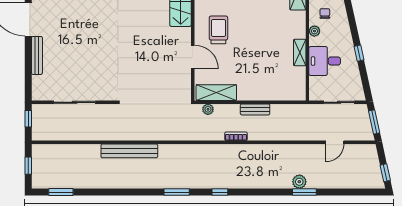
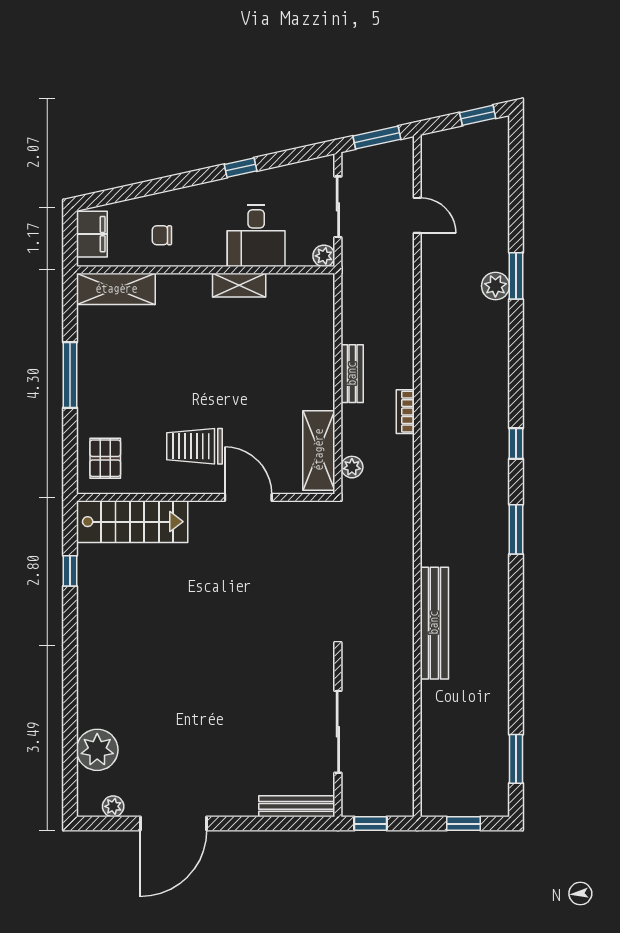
plant: (314, 31) -> (324, 256), moved
bench: (37, 55) -> (297, 806), moved
door: (193, 57) -> (248, 497), hinge flipped

